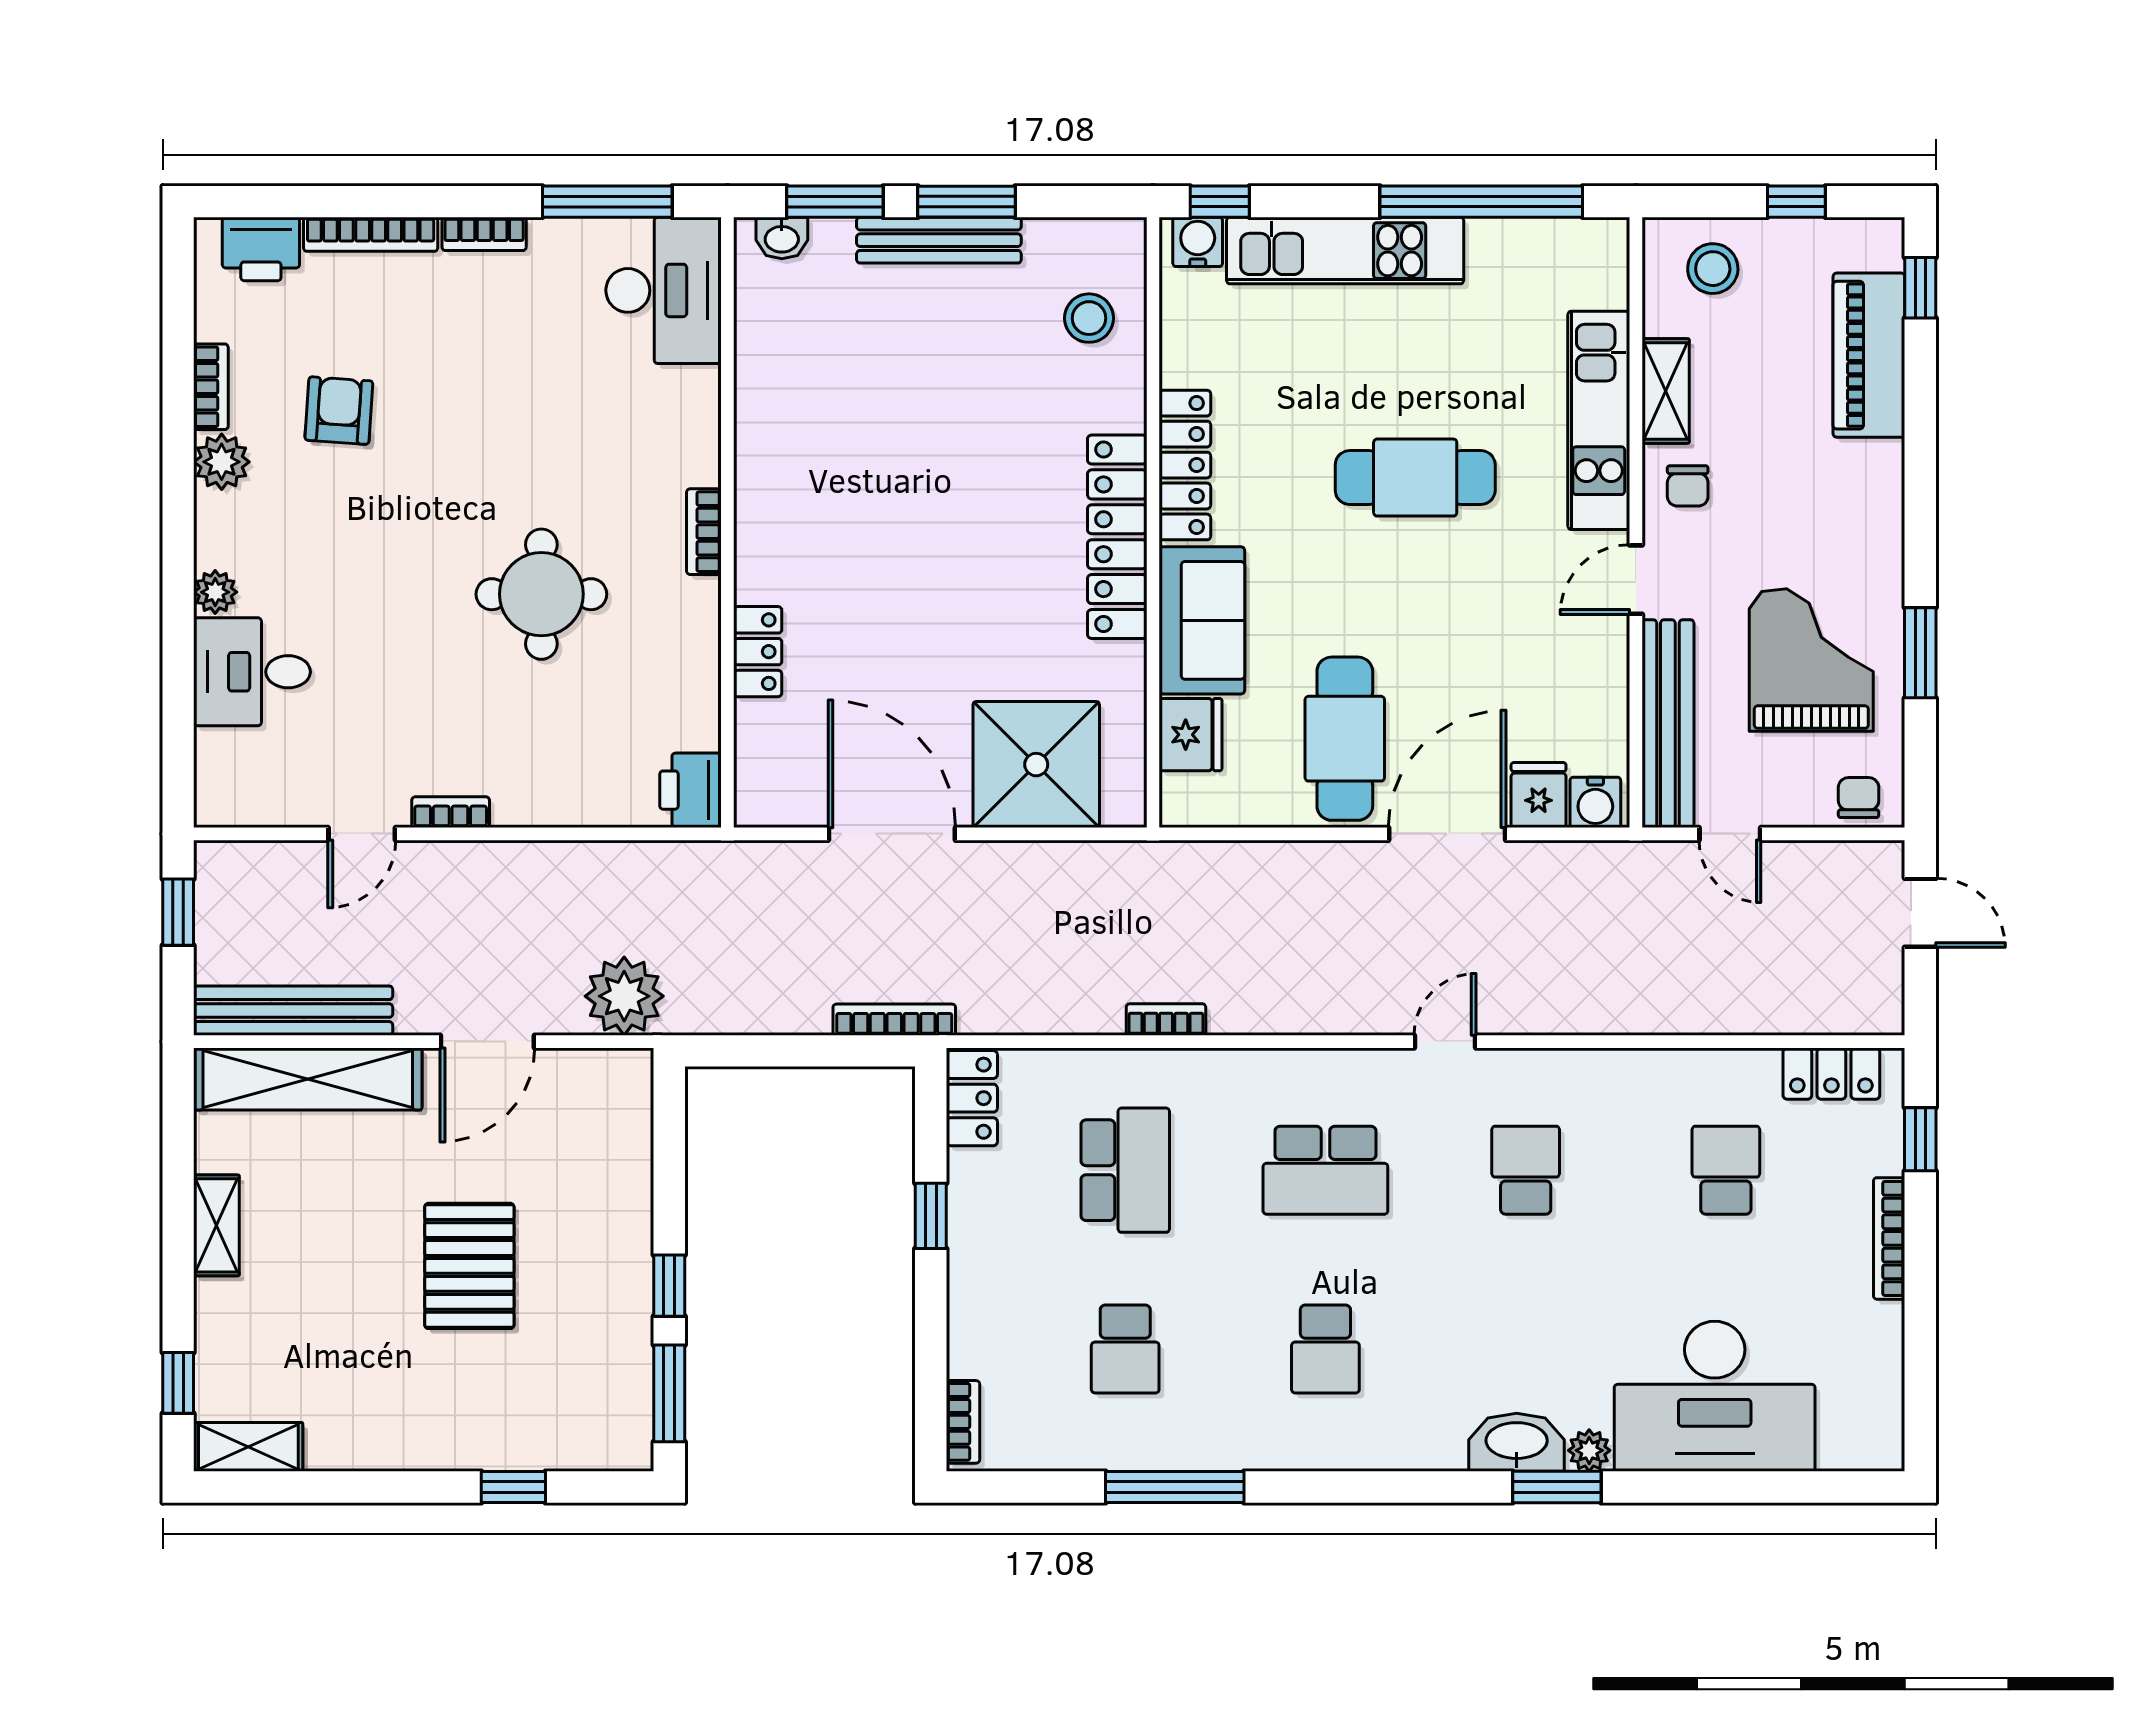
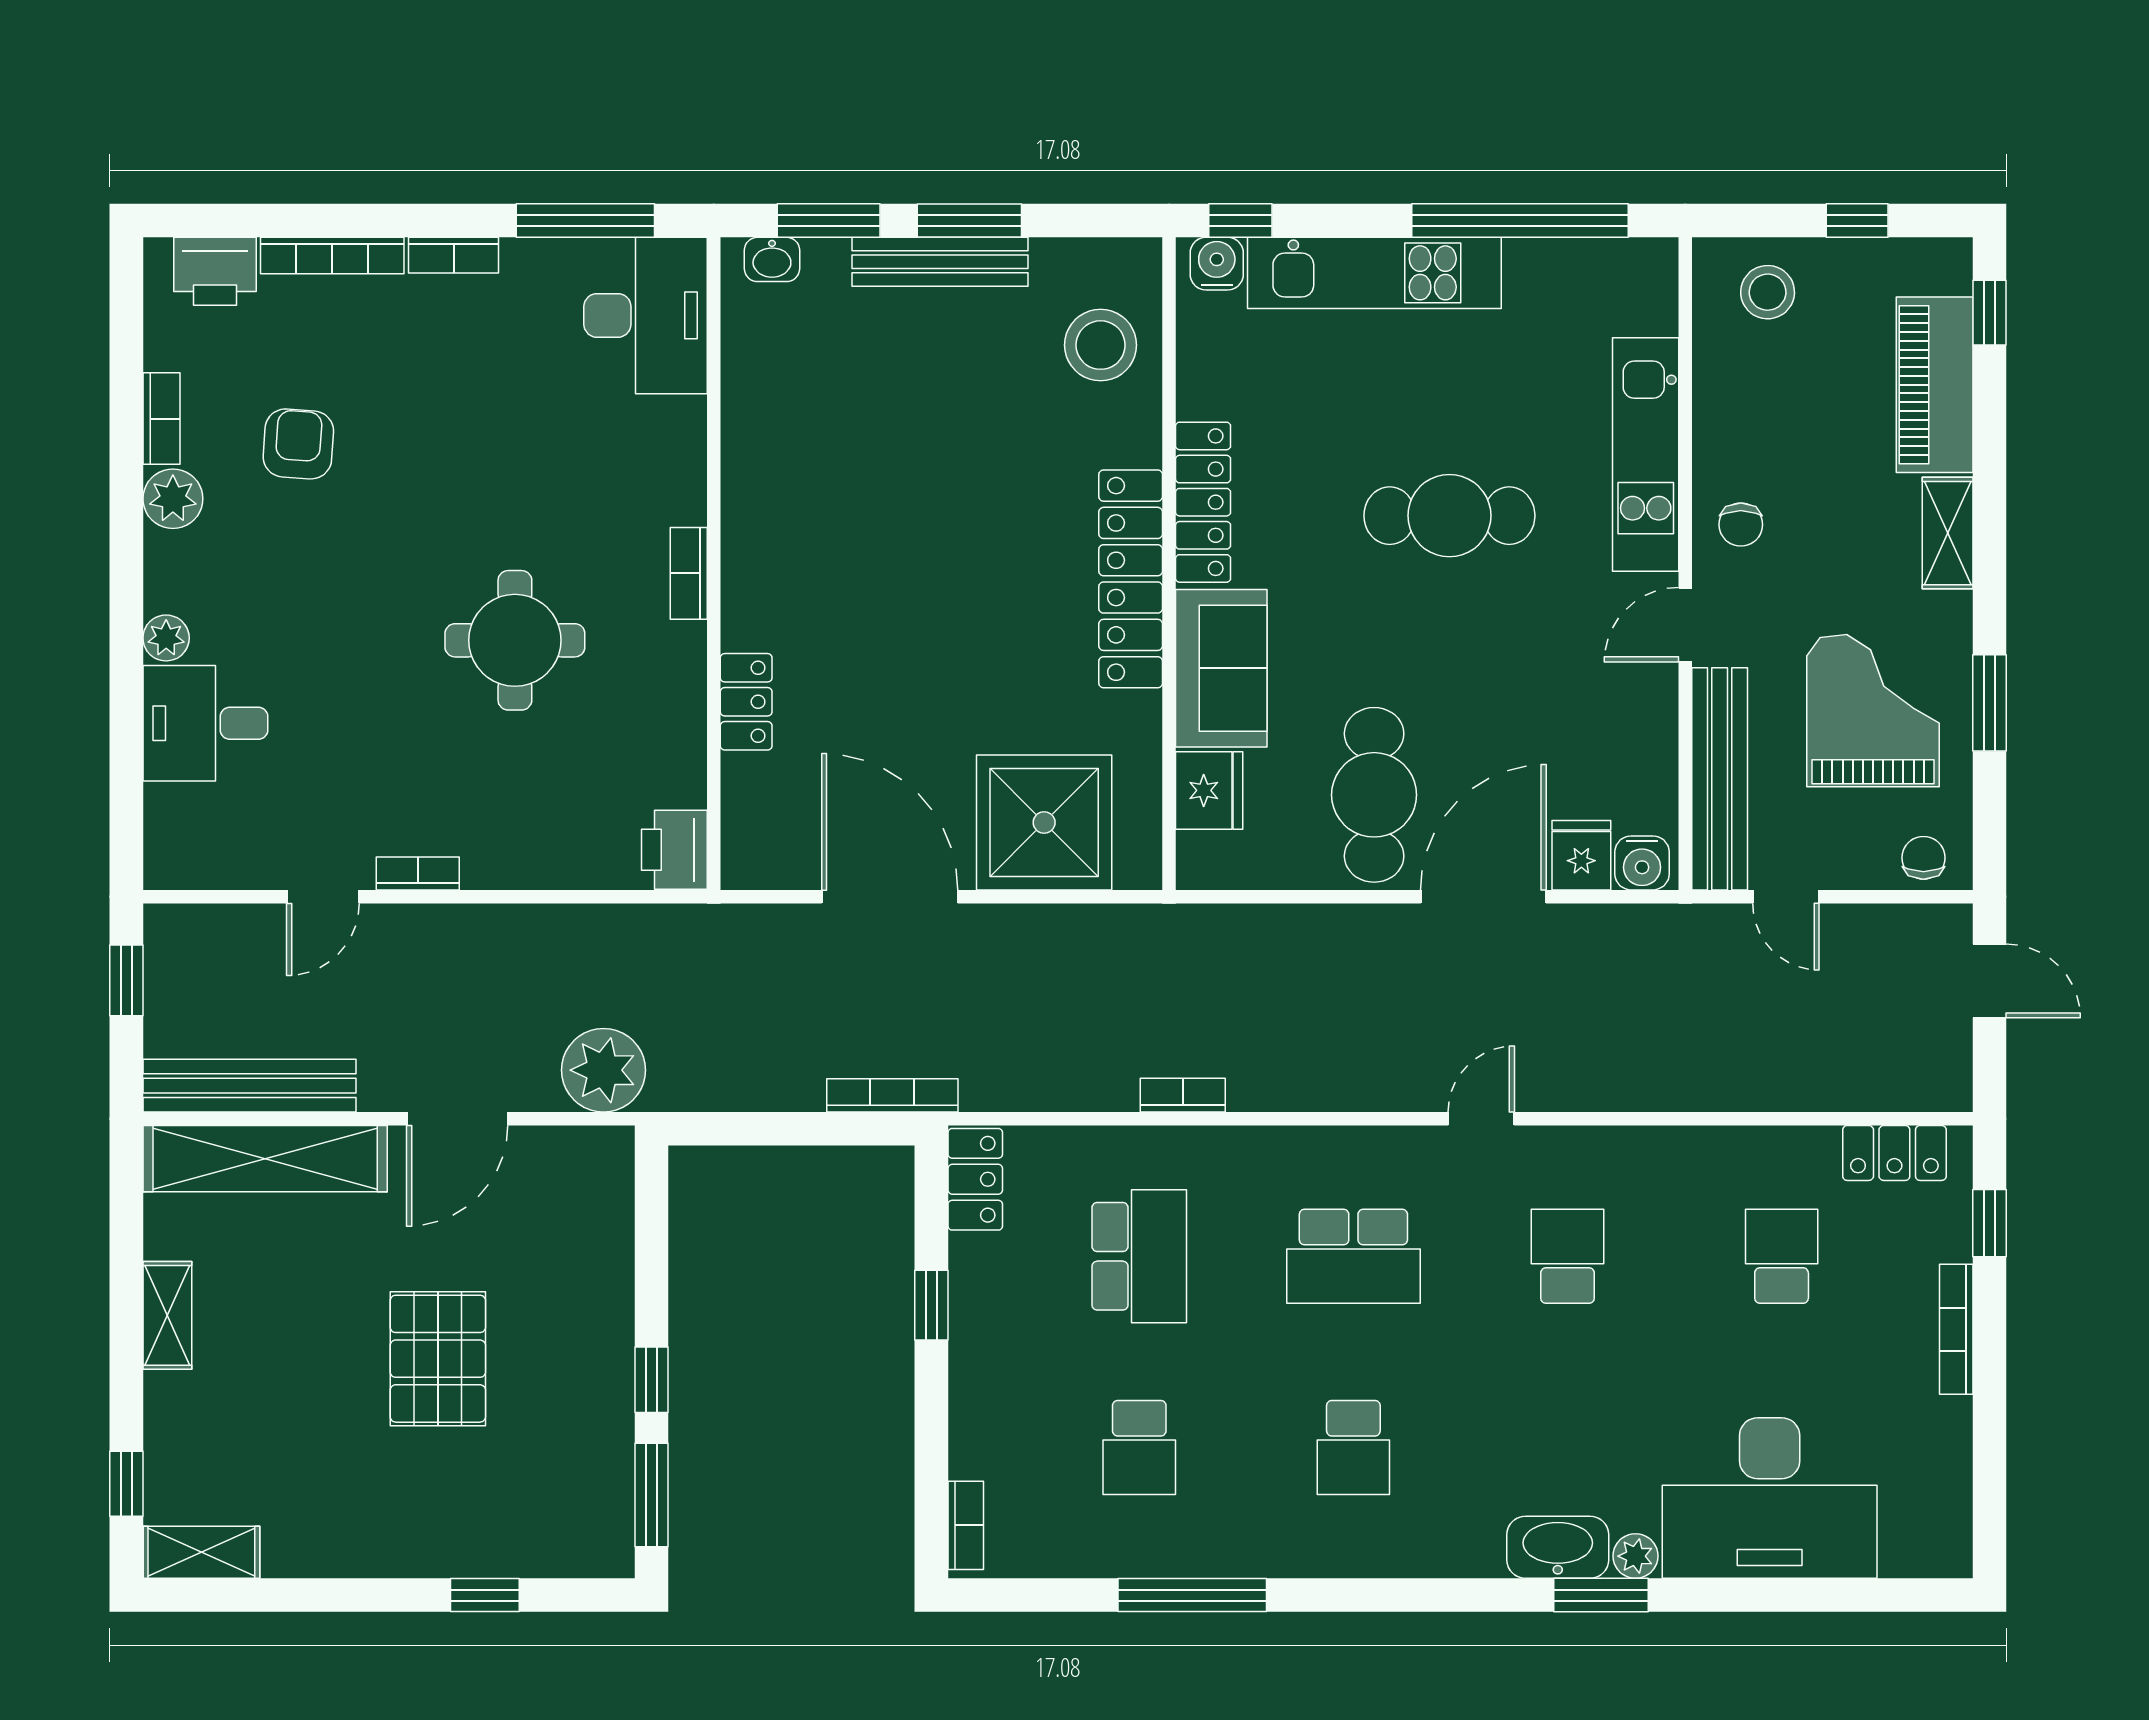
stool: (1089, 318) -> (1101, 345), width x1.38, depth x1.38
shelving: (1666, 391) -> (1948, 533), moved

